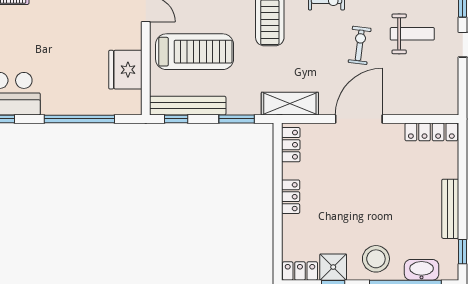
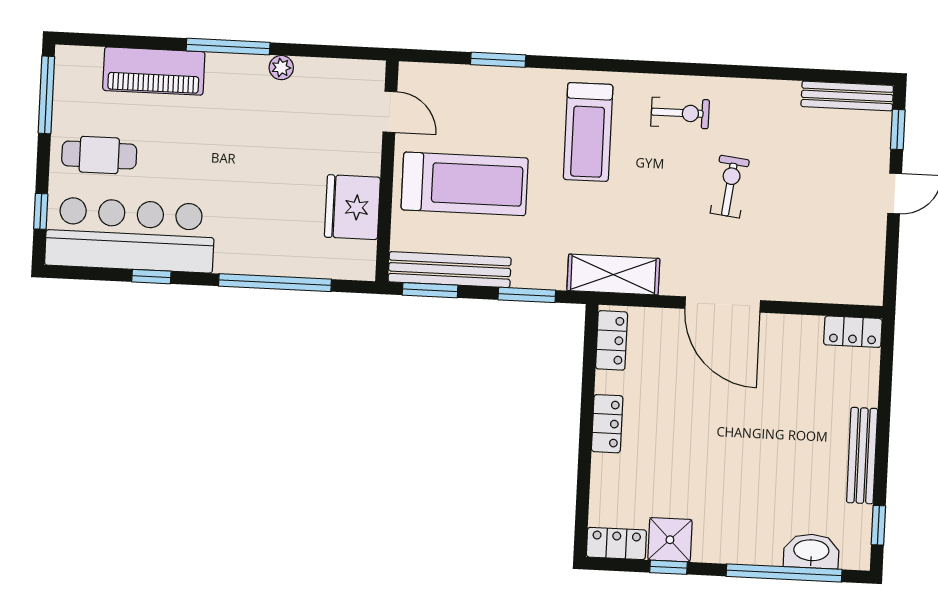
weight bench: (412, 34) -> (815, 172), removed
window: (176, 119) -> (430, 290), width x1.50
door: (359, 119) -> (723, 305), swing flipped
locker: (431, 132) -> (853, 332), width x0.66
stool: (376, 259) -> (739, 530), removed

